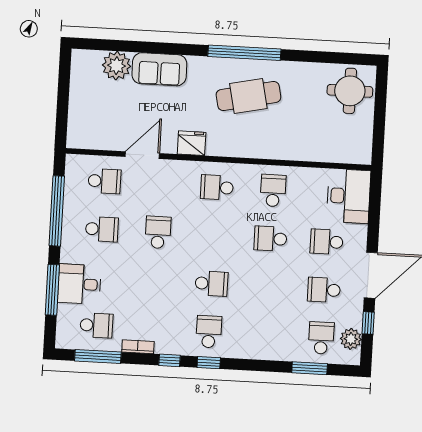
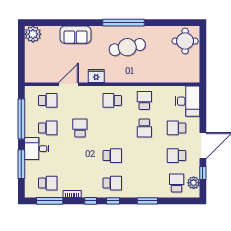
plant: (117, 66) -> (33, 34), moved
school desk: (270, 239) -> (144, 128), turned -90
desk: (79, 284) -> (37, 149), moved
school desk: (209, 332) -> (112, 183), turned 90
window: (310, 368) -> (147, 201), moved

